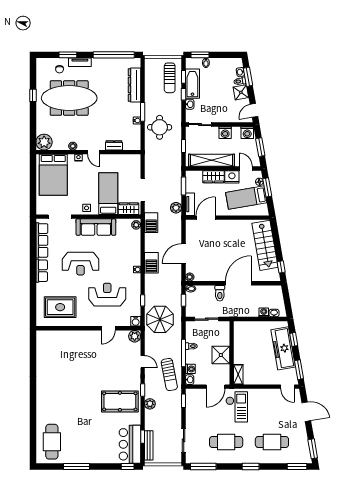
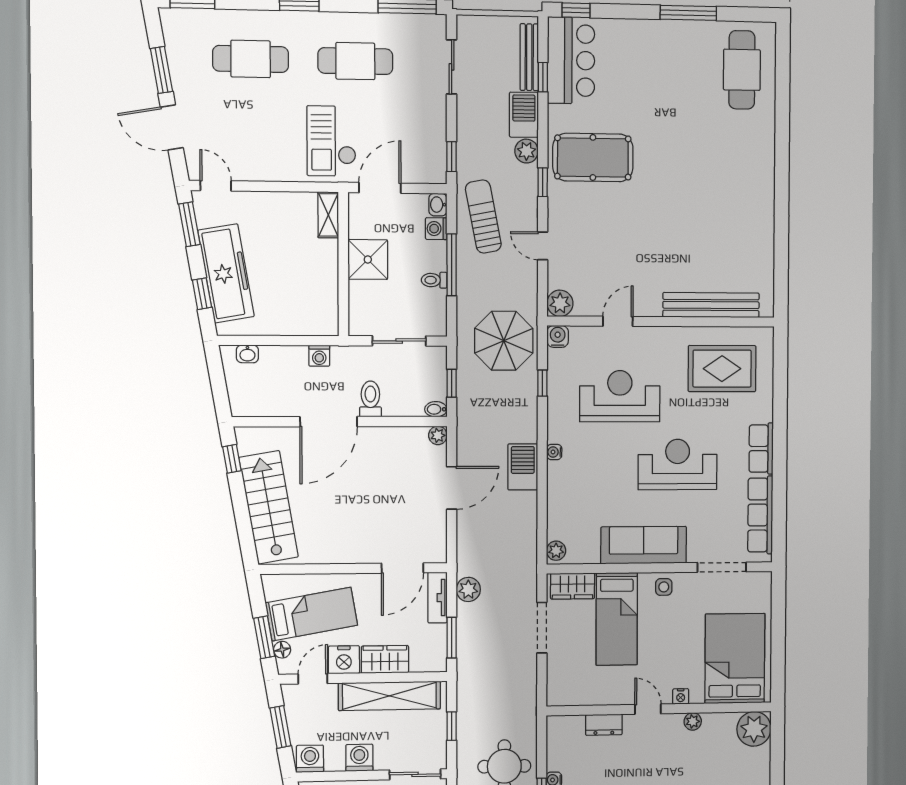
door: (246, 169) -> (313, 679), swing flipped
barbecue: (151, 223) -> (524, 115), moved
reception desk: (107, 295) -> (620, 396), turned 180
washing machine: (264, 312) -> (319, 356), moved
bench: (65, 336) -> (711, 305), added
window: (313, 449) -> (161, 70), moved

